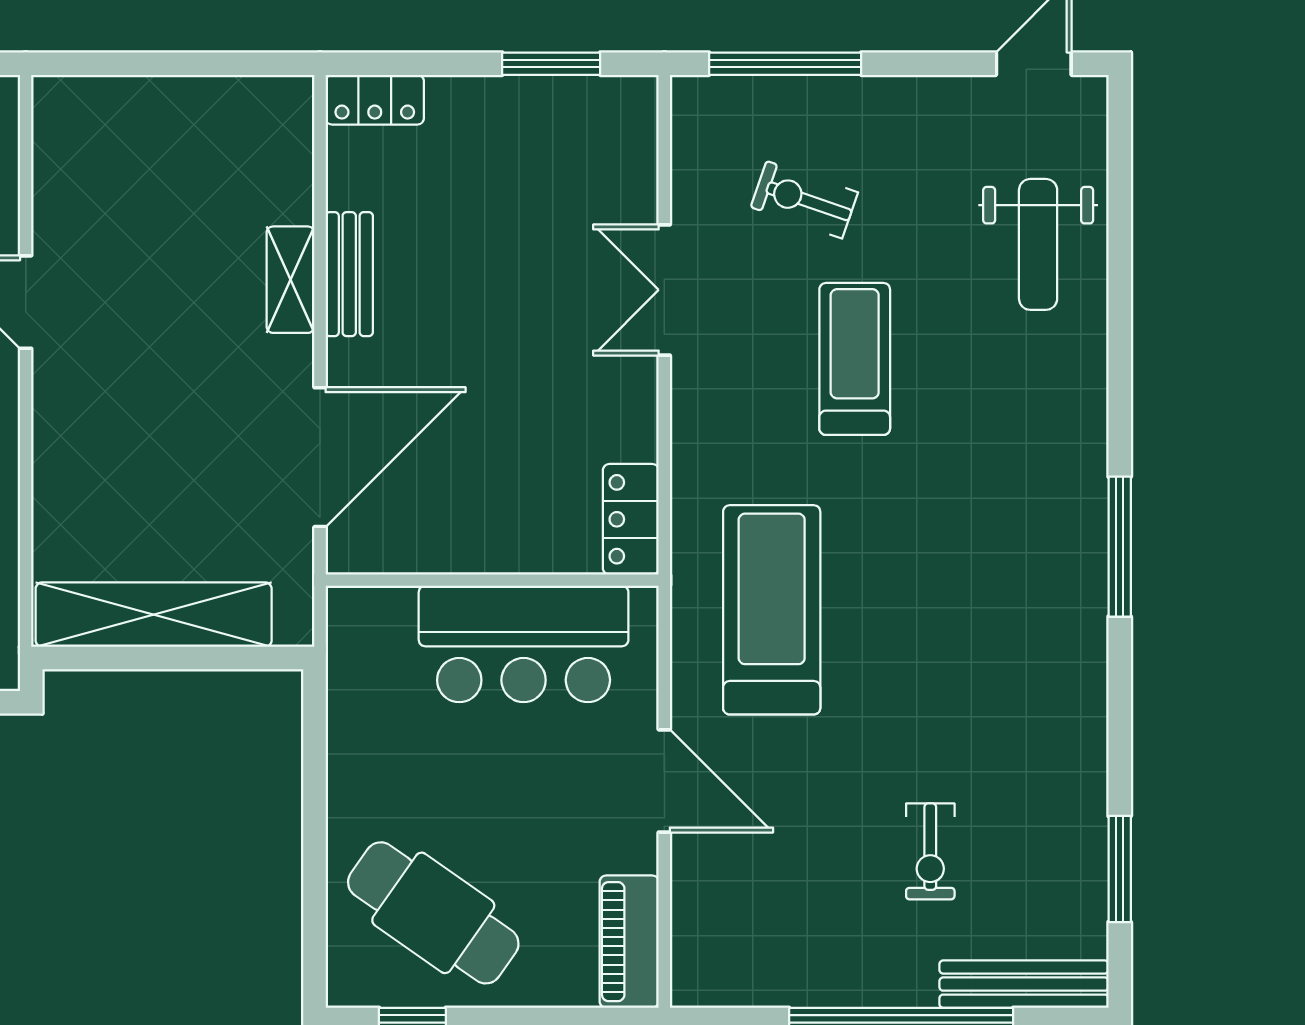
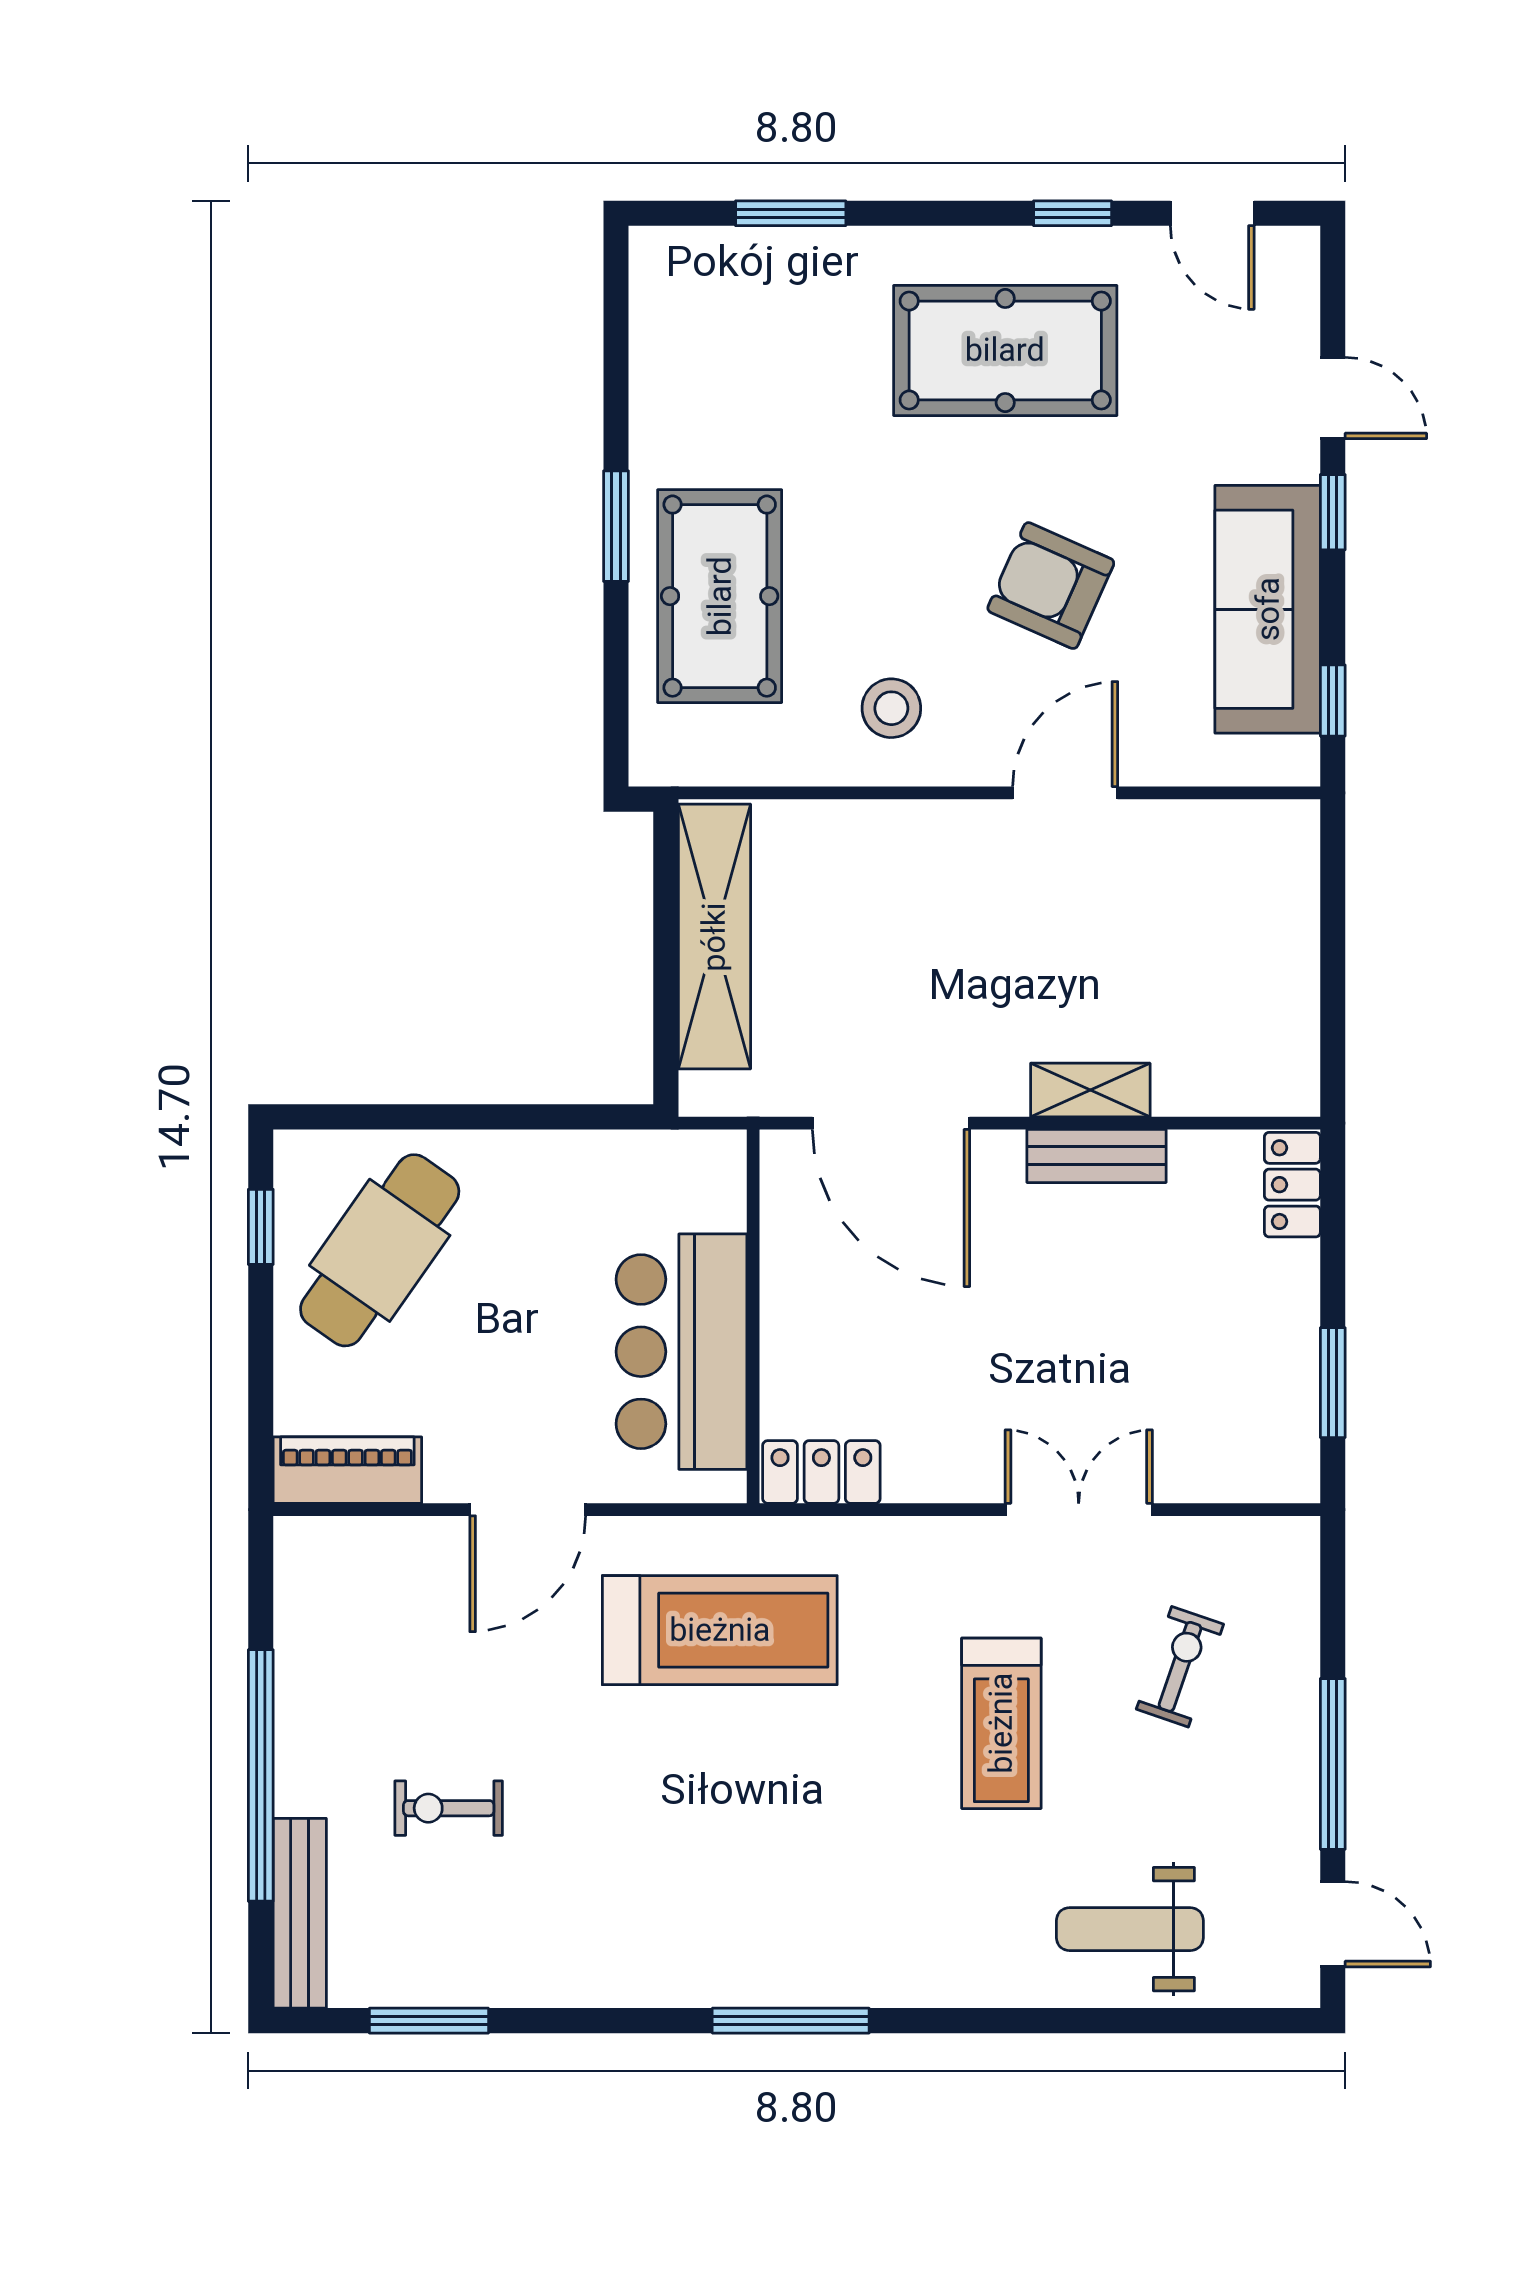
window: (785, 64) -> (1333, 1764), moved
treadmill: (855, 359) -> (1001, 1723), turned 90

